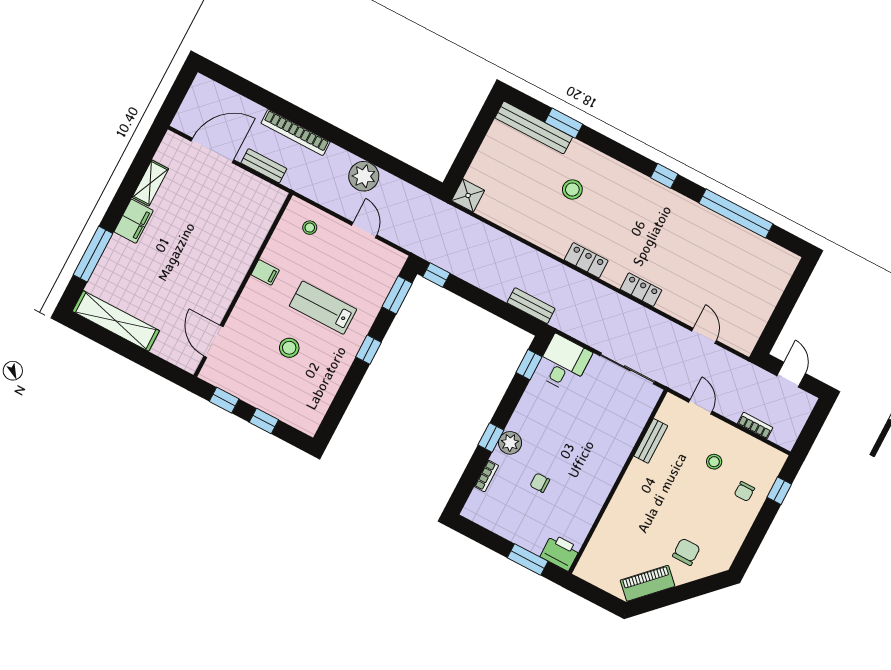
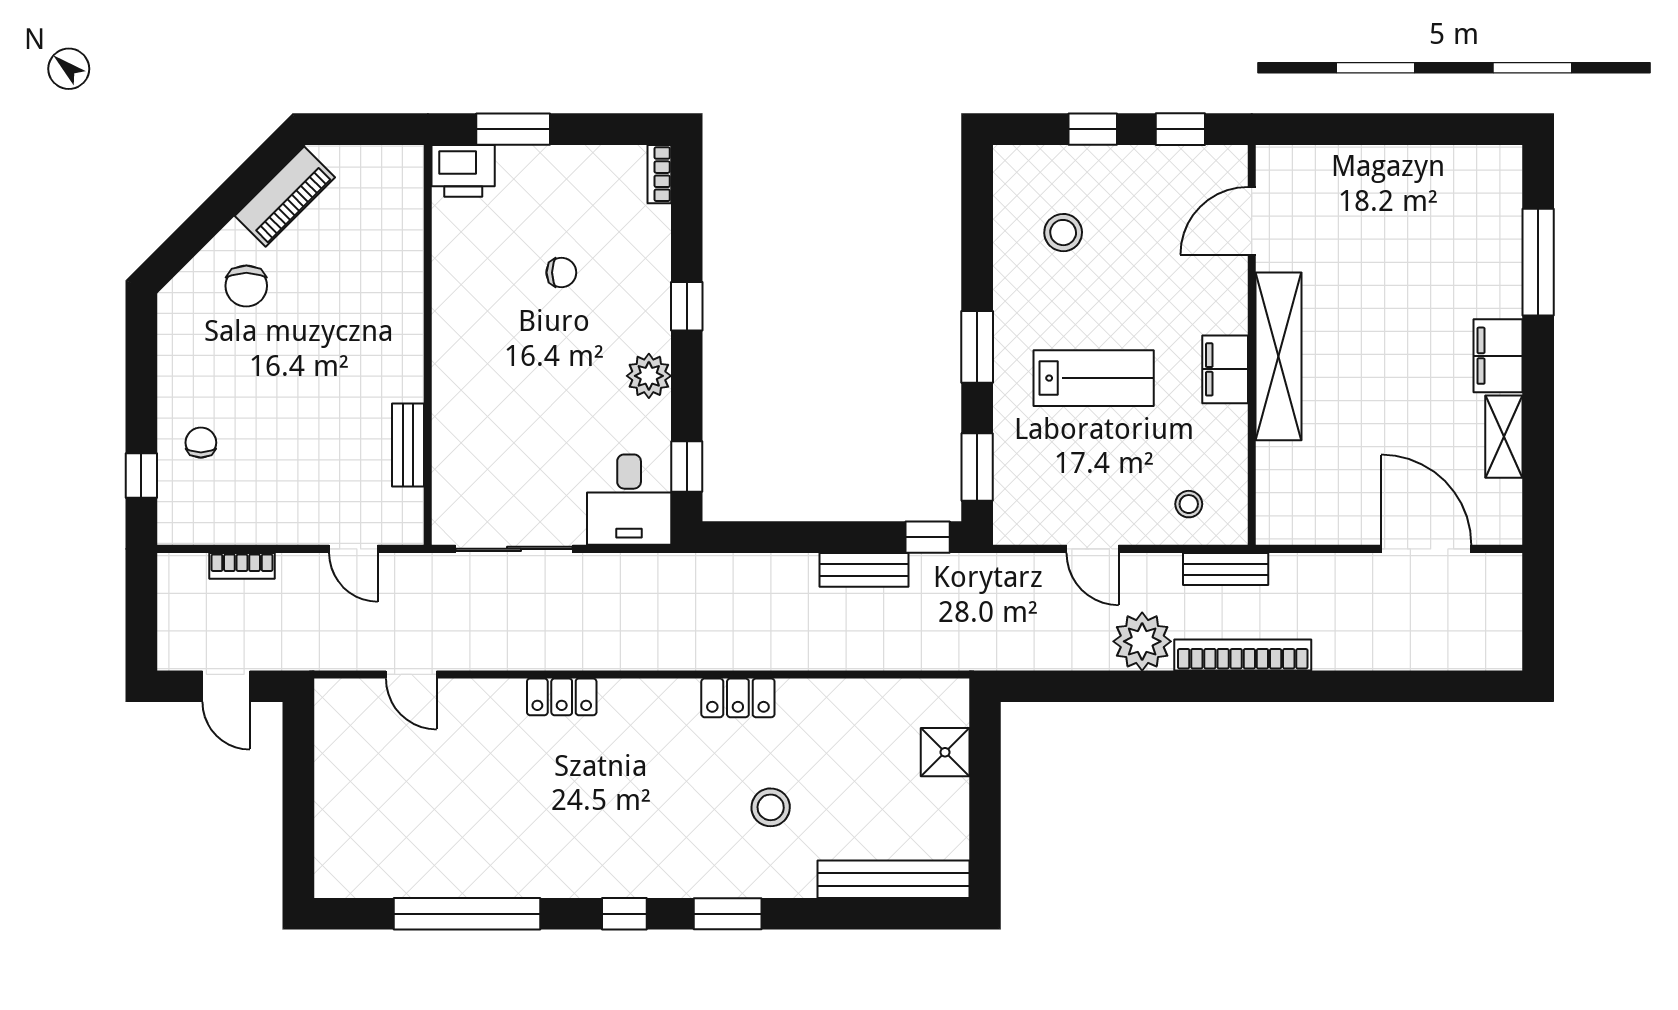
window: (564, 123) -> (728, 914), moved
bookcase: (295, 133) -> (1243, 655), moved
door: (212, 150) -> (1426, 549), swing flipped
bench: (264, 166) -> (1226, 569), moved
shower: (468, 195) -> (945, 752), moved
locker: (586, 260) -> (738, 698), moved
filing cabinet: (265, 272) -> (1225, 369), width x2.00
bench: (531, 306) -> (864, 570), moved
shelving: (116, 321) -> (1279, 356), moved, turned 90
door: (213, 341) -> (1252, 221), swing flipped
stool: (289, 348) -> (1063, 233), moved
window: (368, 350) -> (977, 347), width x1.50
plant: (510, 443) -> (649, 376), moved
stool: (714, 462) -> (280, 466), removed
bookcase: (486, 476) -> (659, 174), moved

